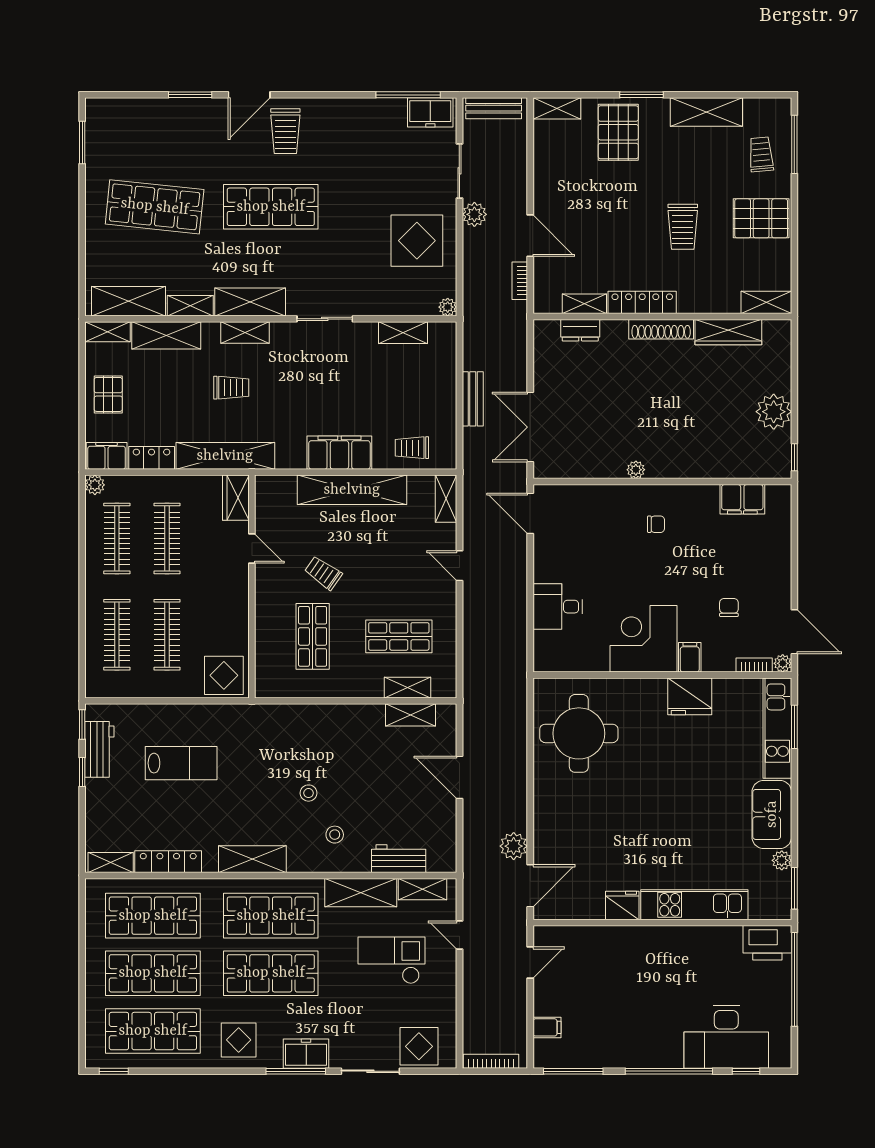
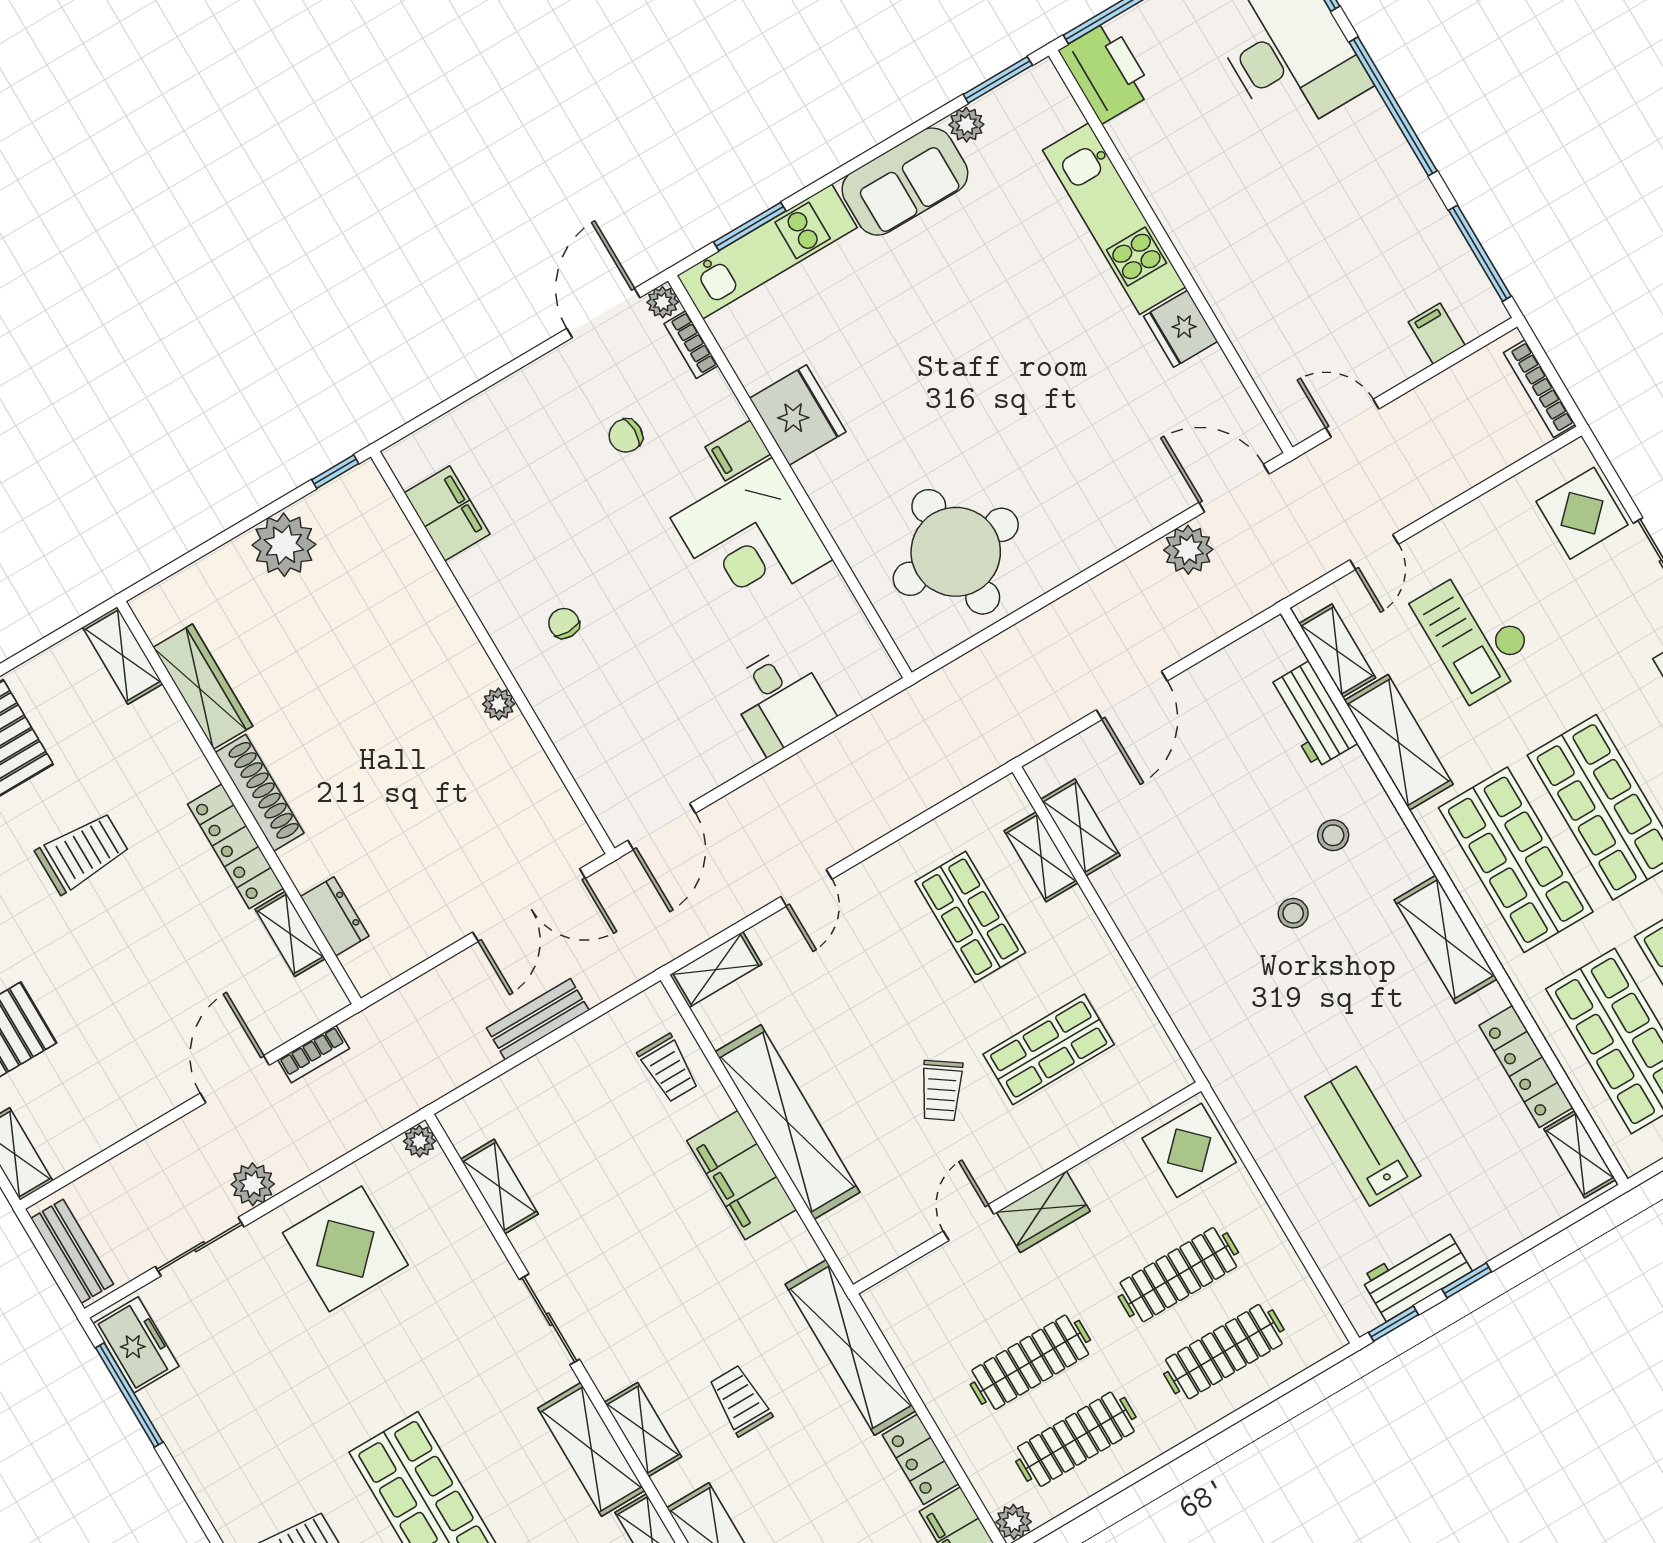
wardrobe: (236, 498) -> (1043, 1212), moved

